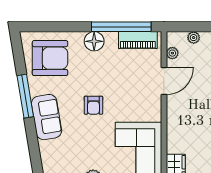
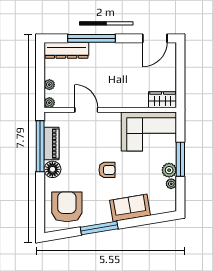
piano: (138, 40) -> (51, 144), moved
plant: (172, 53) -> (49, 103), moved
sofa: (46, 117) -> (130, 208), moved

